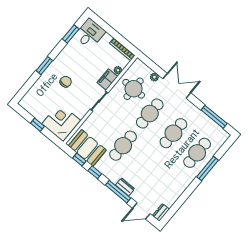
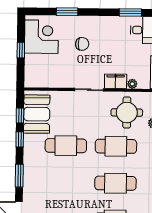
window: (44, 66) -> (67, 12), moved
corner desk: (61, 122) -> (41, 37), moved
dresser: (125, 187) -> (29, 179), removed
window: (118, 192) -> (19, 176), width x0.69

